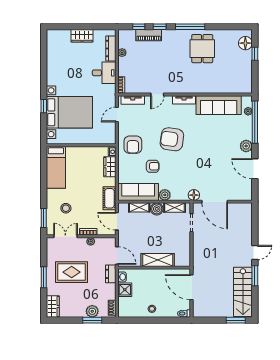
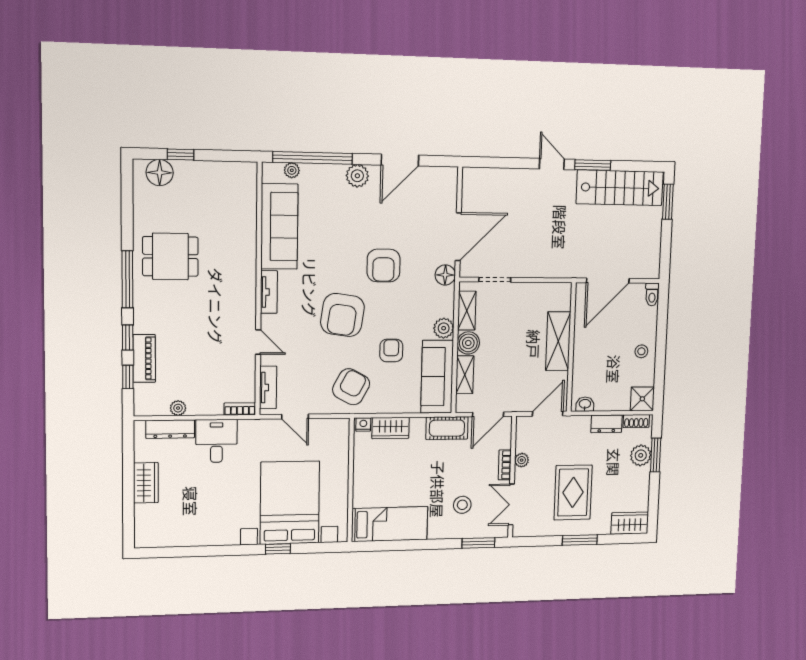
armchair: (133, 145) -> (351, 387), turned -62
armchair: (199, 161) -> (383, 266), added
dresser: (111, 274) -> (607, 424), moved
shower: (125, 290) -> (642, 399), moved

